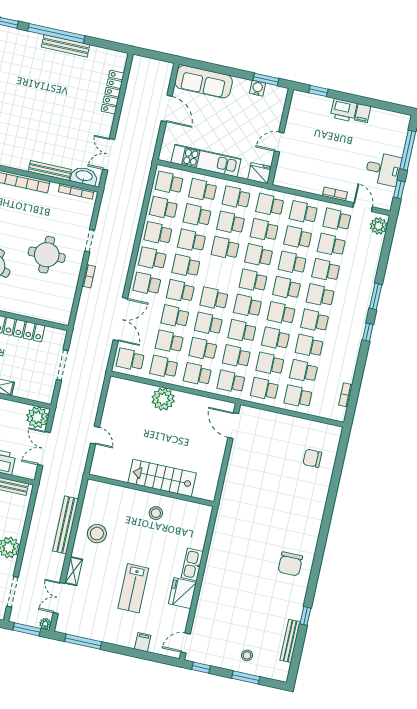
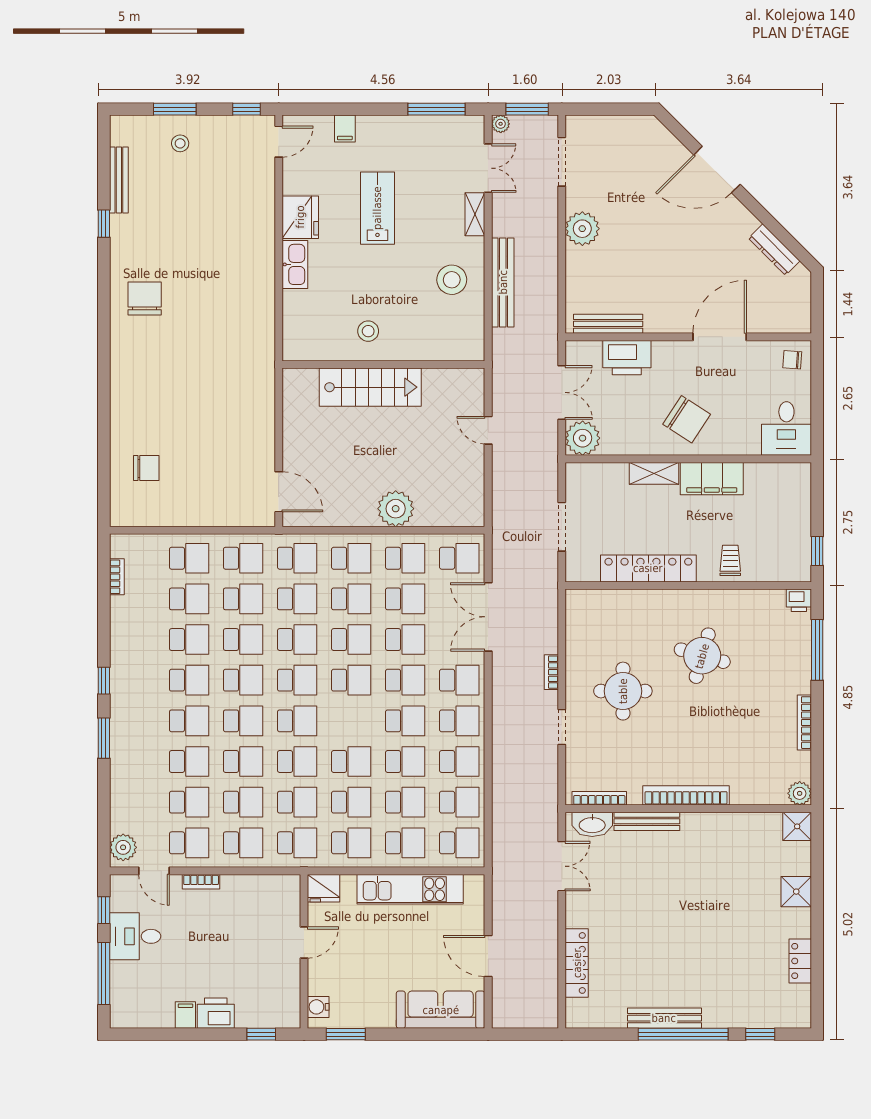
water cooler: (257, 88) -> (318, 1007), moved, turned 90

